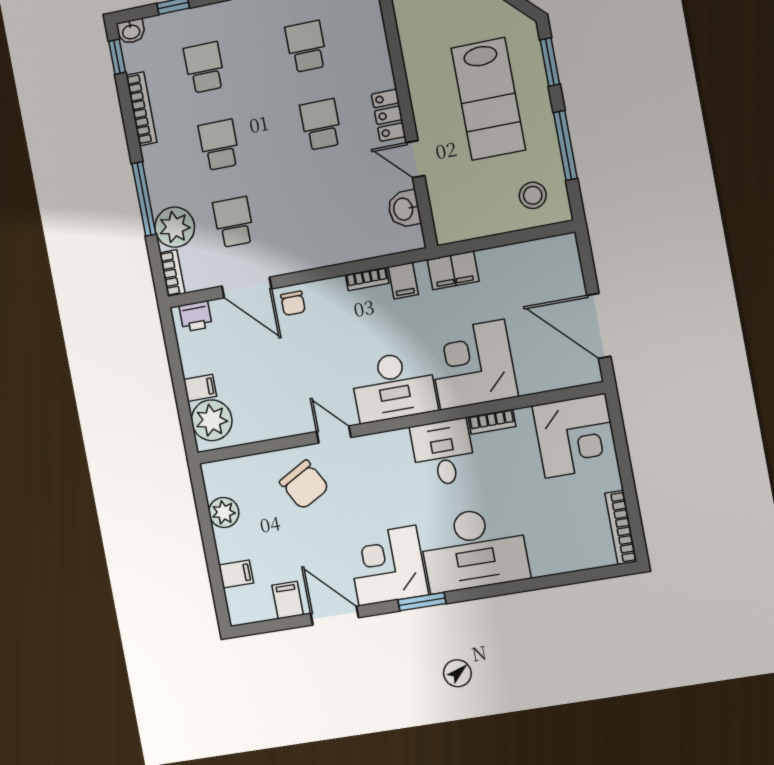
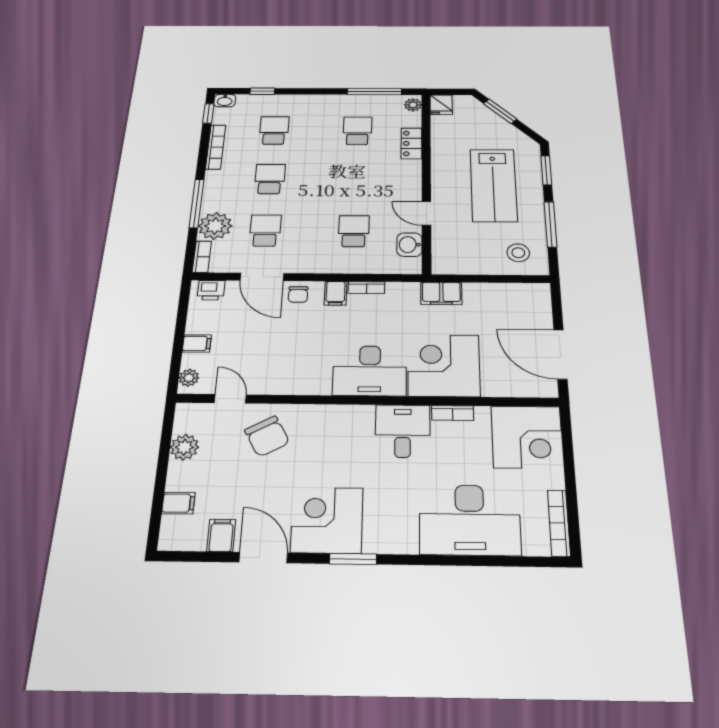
locker: (388, 115) -> (411, 143), moved
school desk: (321, 125) -> (354, 231), moved
filing cabinet: (403, 281) -> (336, 293), moved
plant: (212, 420) -> (189, 378), width x0.53, depth x0.53
door: (334, 434) -> (230, 399), moved
desk: (474, 549) -> (470, 520), moved

